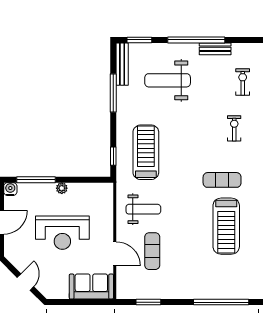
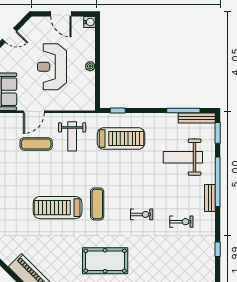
weight bench: (168, 80) -> (183, 157), turned -90
window: (113, 93) -> (183, 111), moved
window: (36, 180) -> (97, 44), removed

